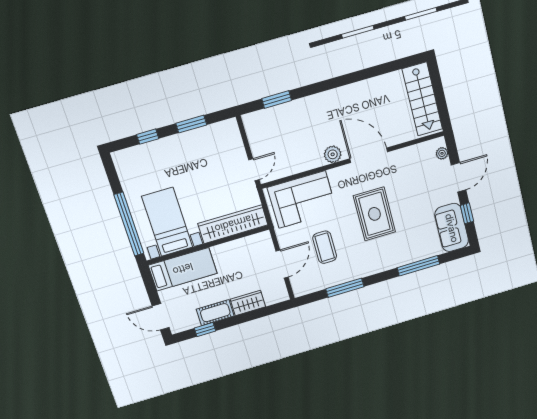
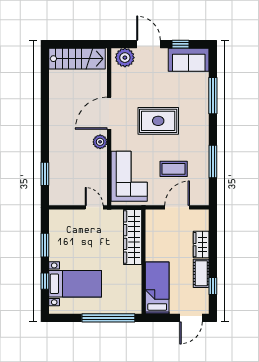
plant: (442, 153) -> (125, 58), width x1.88, depth x1.88
bed with nightstands: (167, 222) -> (75, 284), moved, turned 180
door: (282, 264) -> (177, 207), hinge flipped

